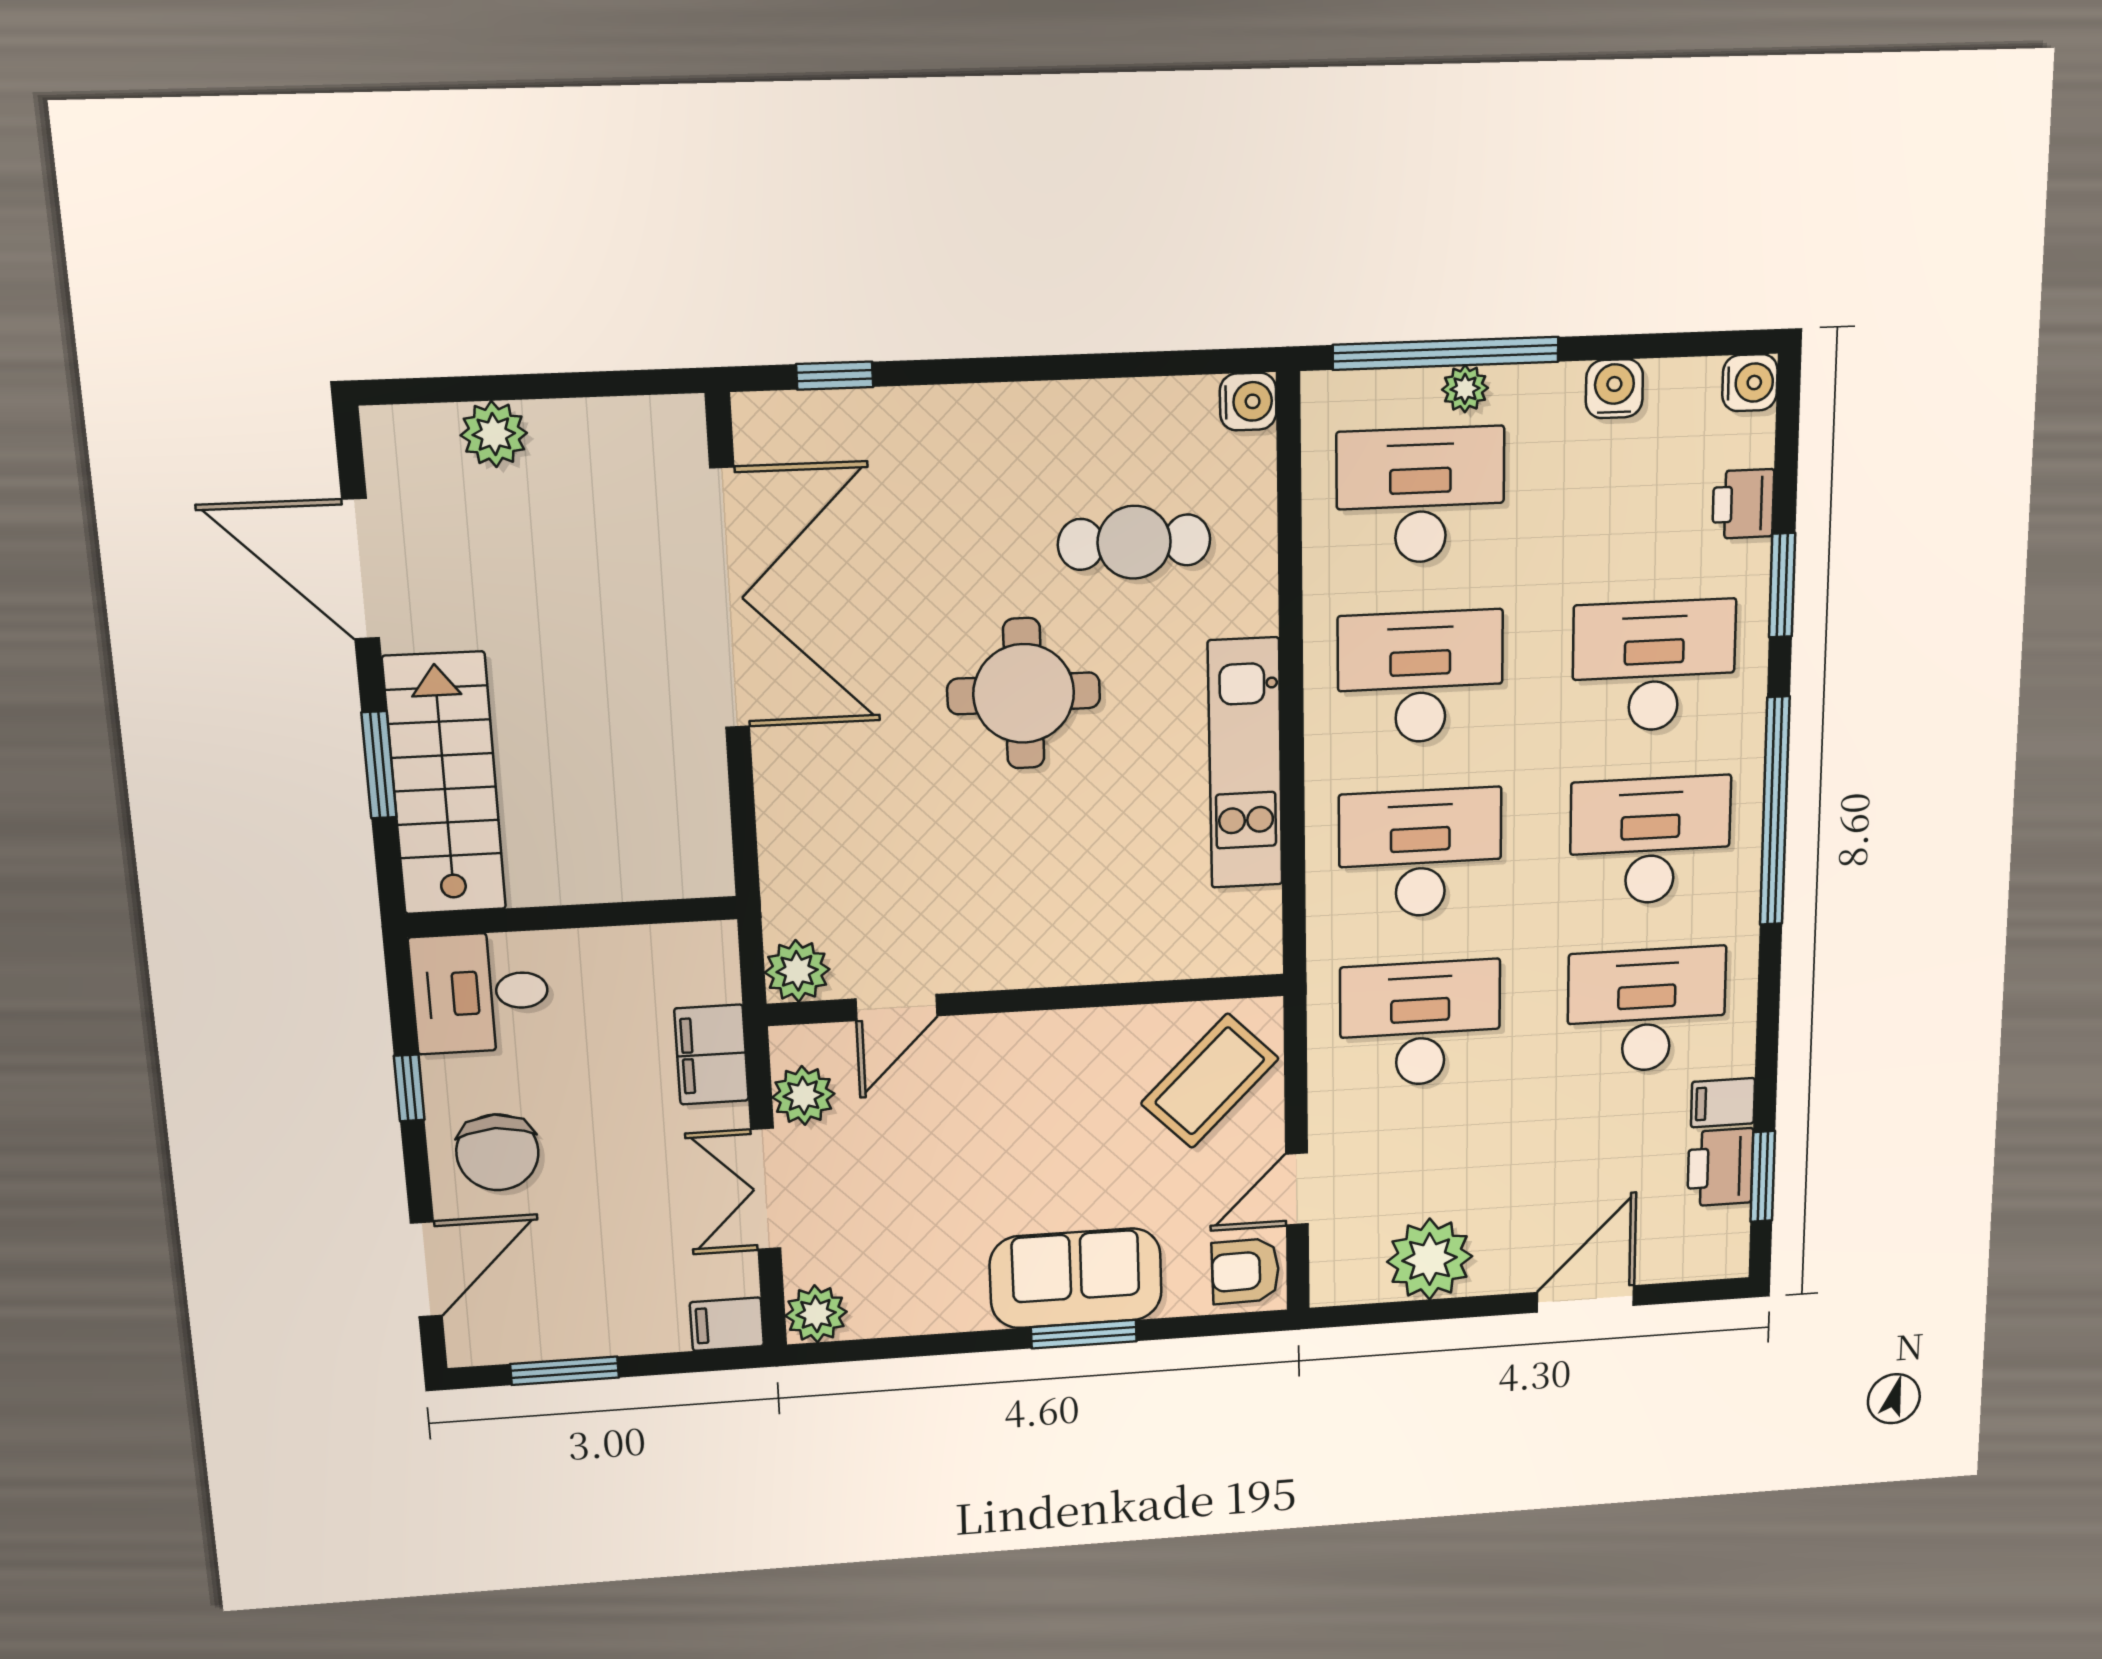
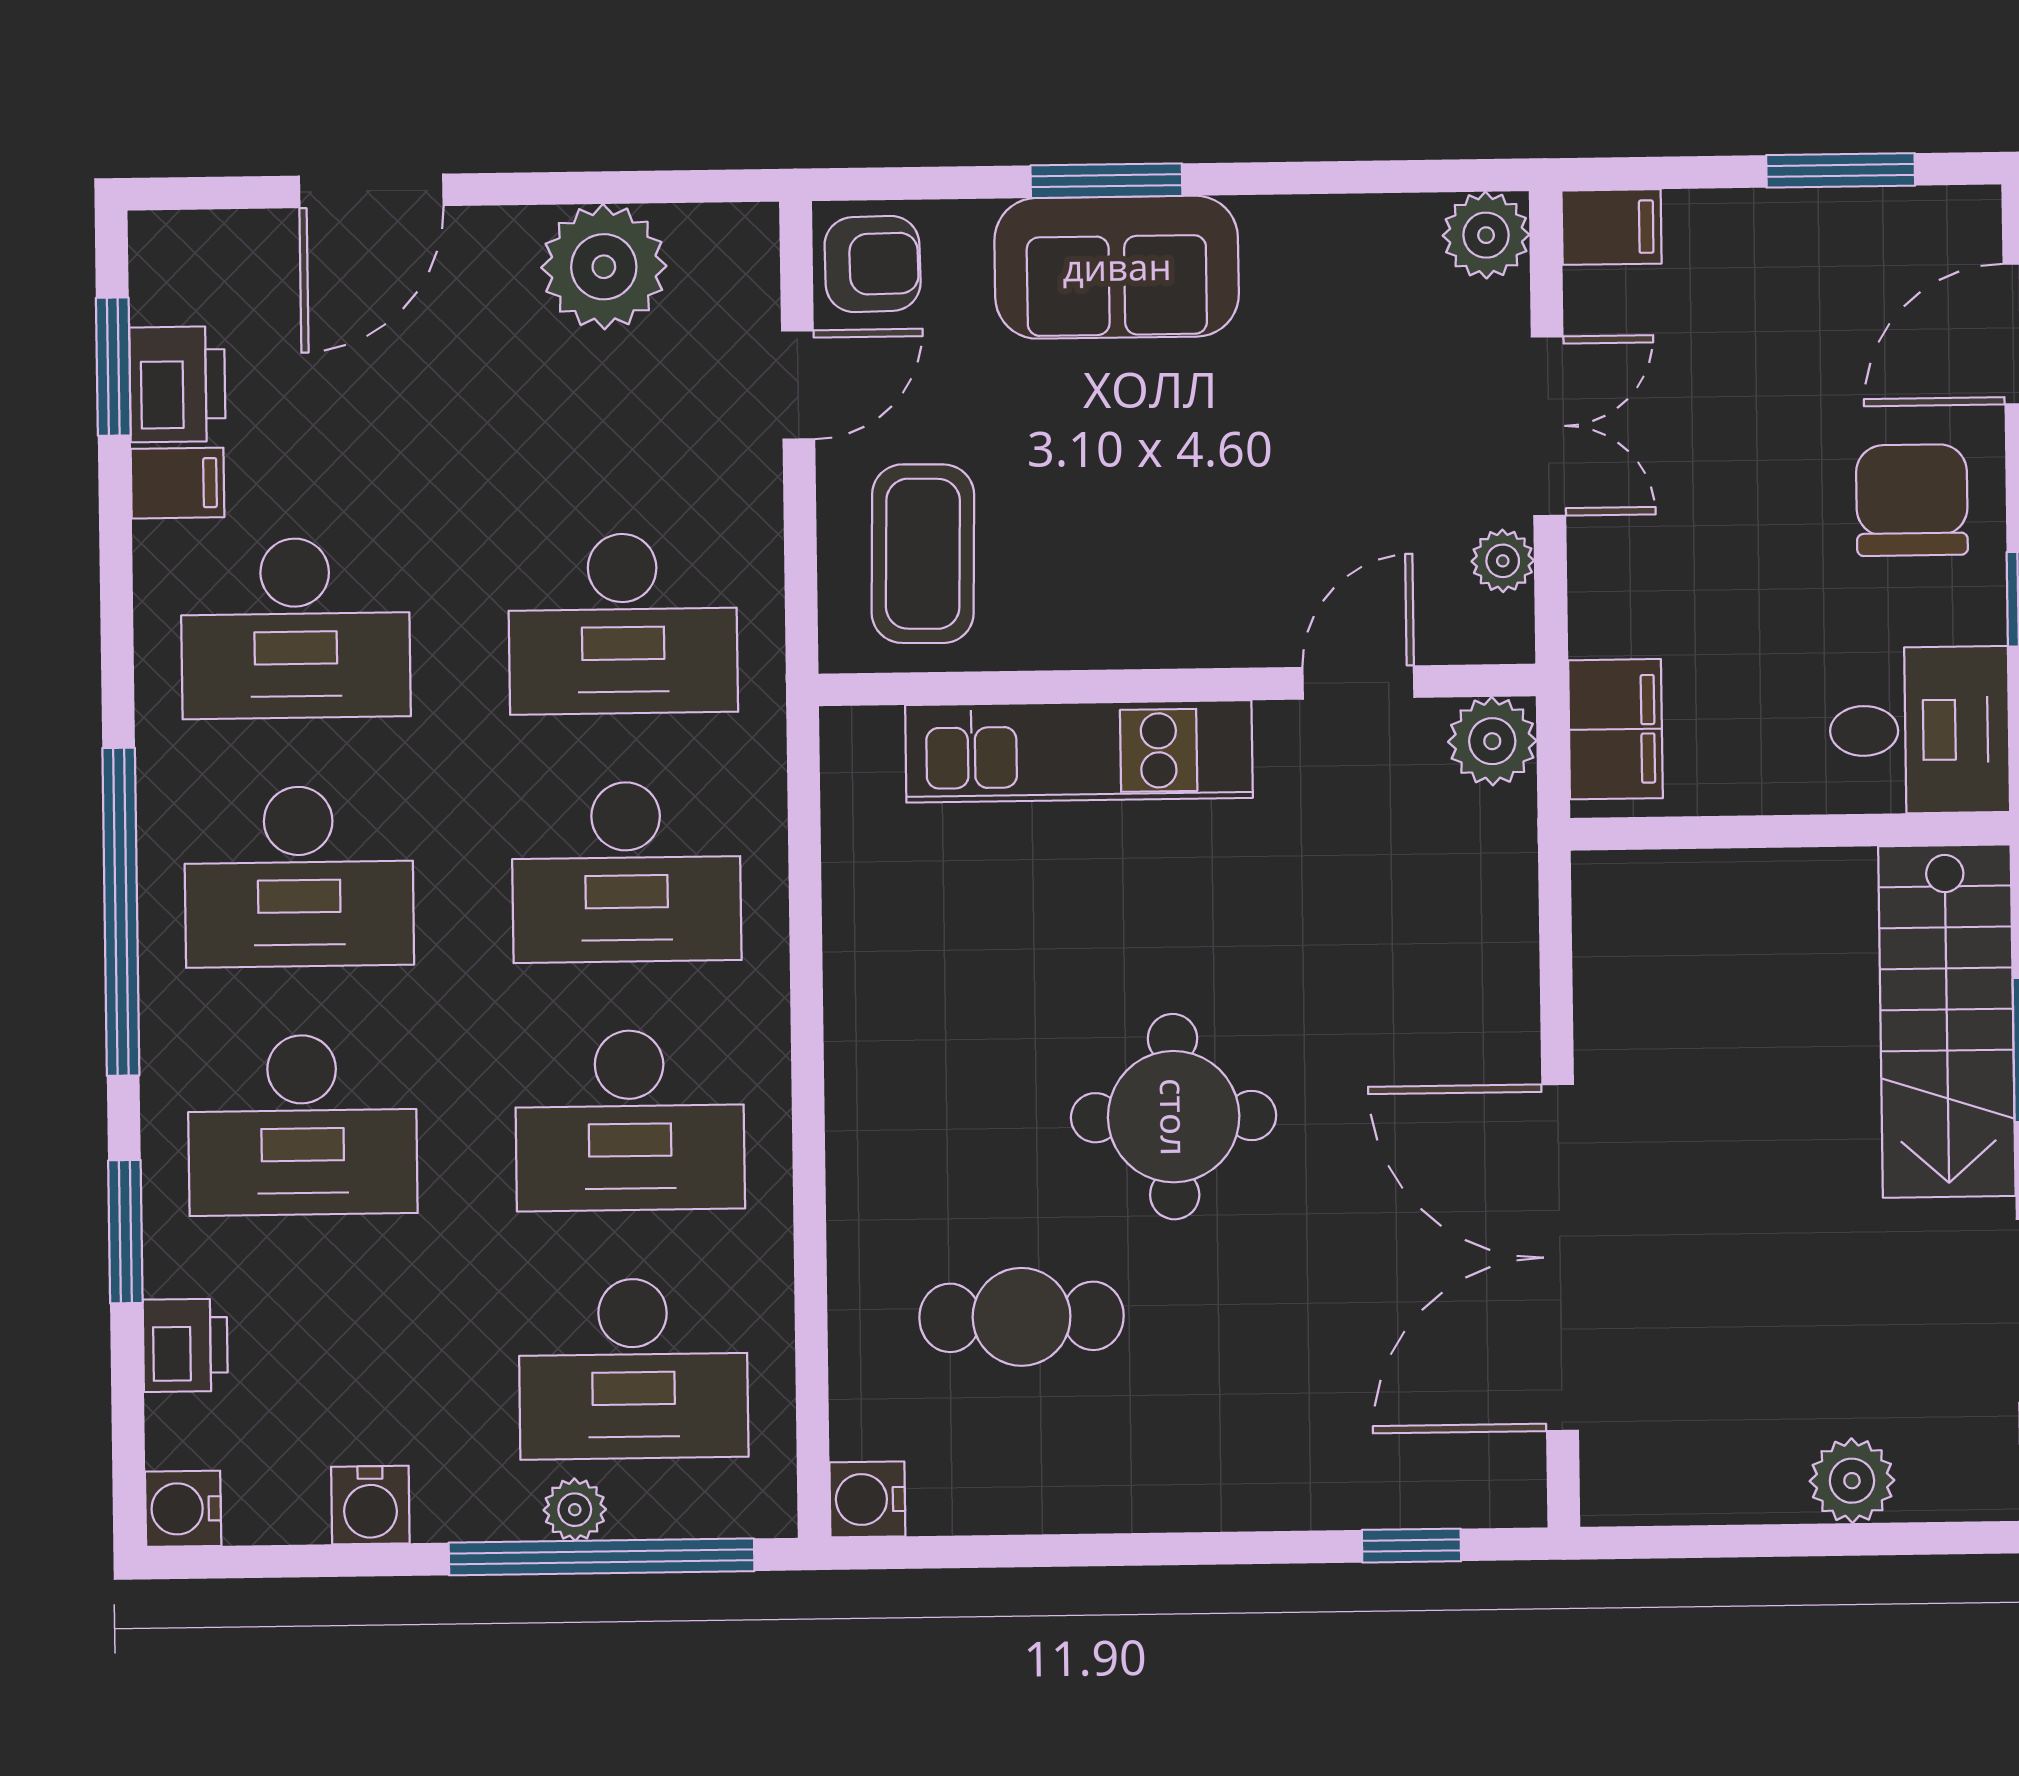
kitchen unit: (1245, 763) -> (1079, 751), moved, turned 90
filing cabinet: (711, 1055) -> (1615, 729), moved
coffee table: (1210, 1081) -> (923, 554), turned -44
plant: (803, 1096) -> (1503, 561), width x0.73, depth x0.73

